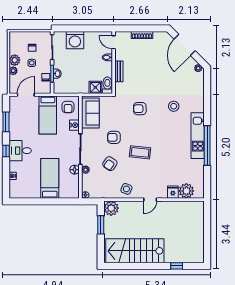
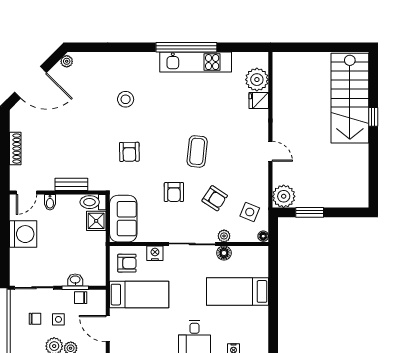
washing machine: (75, 40) -> (23, 234), moved
sofa: (90, 113) -> (123, 219), moved, turned 90
kitchen unit: (198, 136) -> (196, 62), moved
side table: (126, 189) -> (250, 212), moved
door: (150, 200) -> (270, 151), moved
stairs: (135, 251) -> (350, 98), moved
window: (177, 266) -> (373, 117), moved

